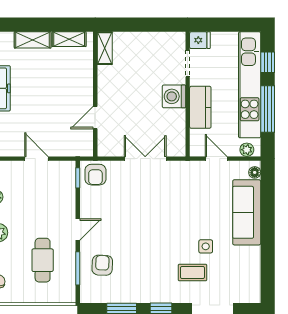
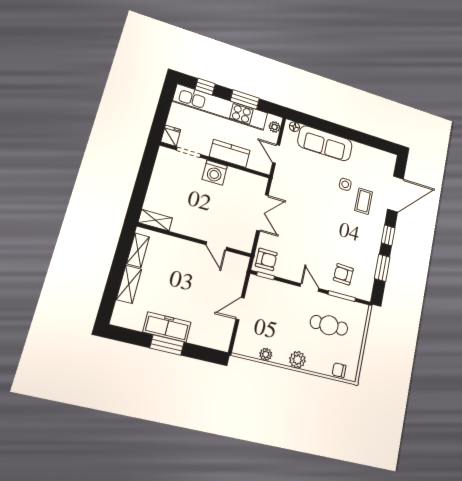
window: (268, 109) -> (245, 100), width x0.69
double door: (145, 159) -> (262, 213), swing flipped
door: (216, 159) -> (276, 154), hinge flipped

